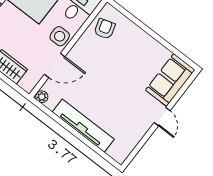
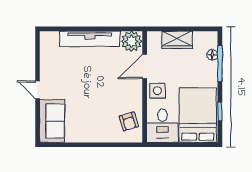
plant: (42, 97) -> (132, 41), width x1.87, depth x1.87

